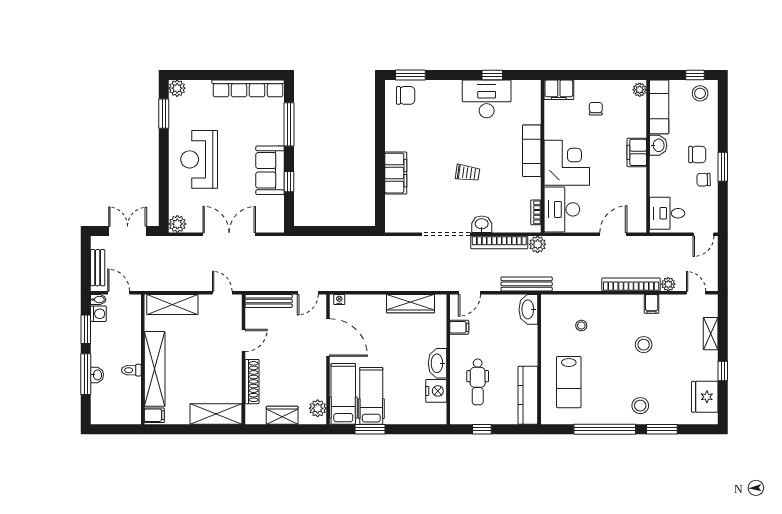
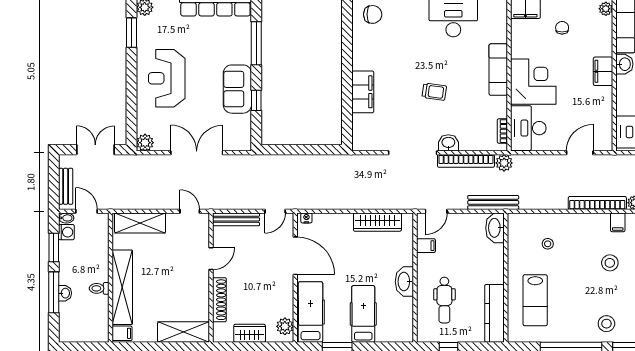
nightstand: (436, 391) -> (403, 309), removed
hospital bed: (371, 396) -> (363, 314), moved

